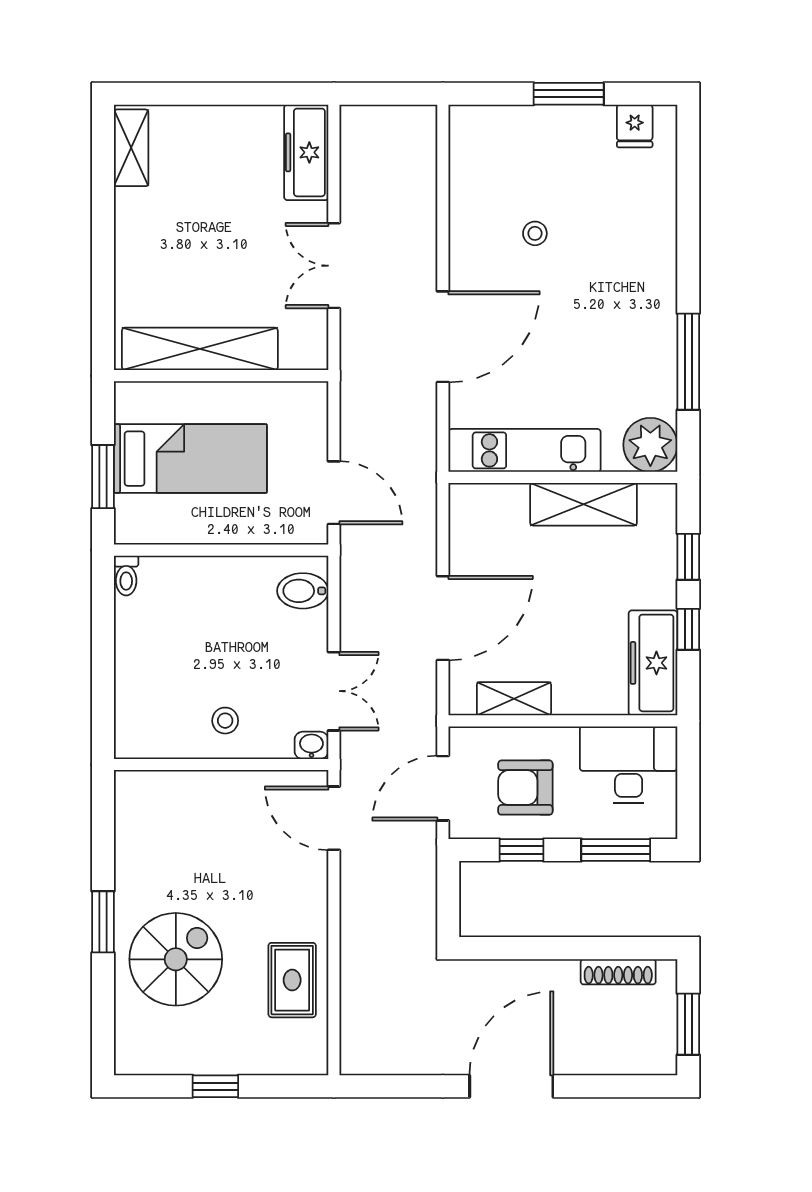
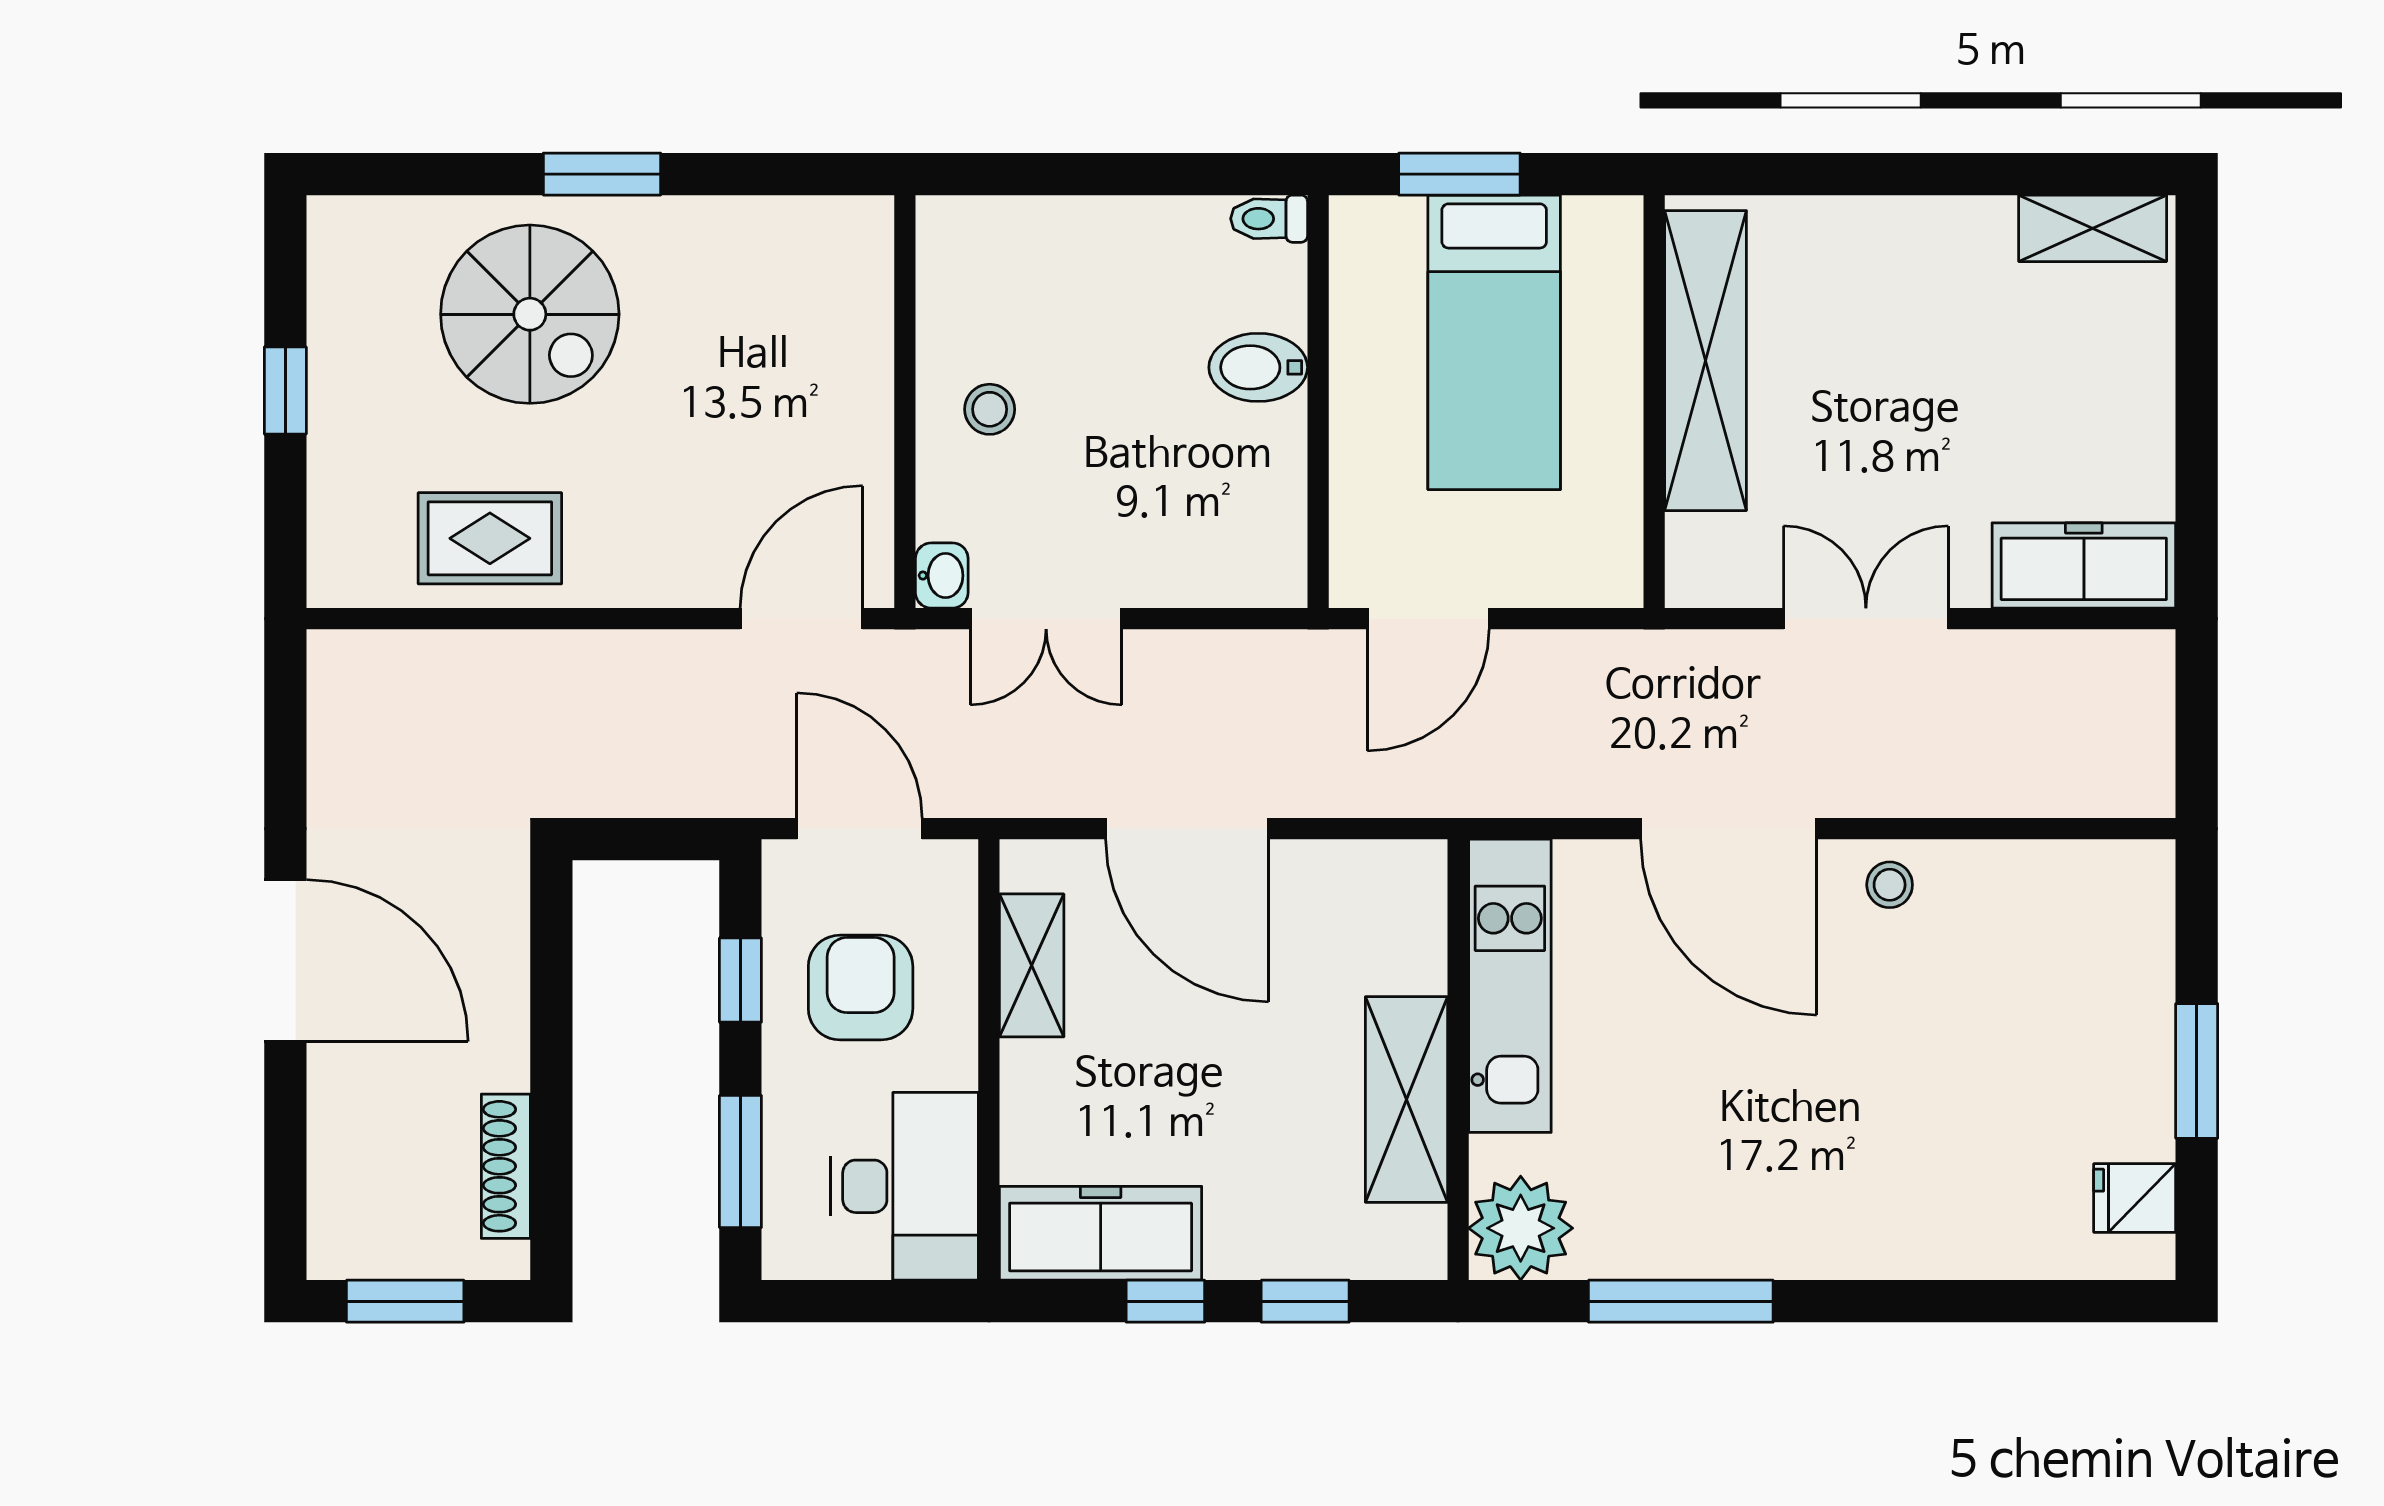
stool: (535, 233) -> (1890, 885), moved
bidet: (303, 591) -> (1258, 367), moved, turned -90

